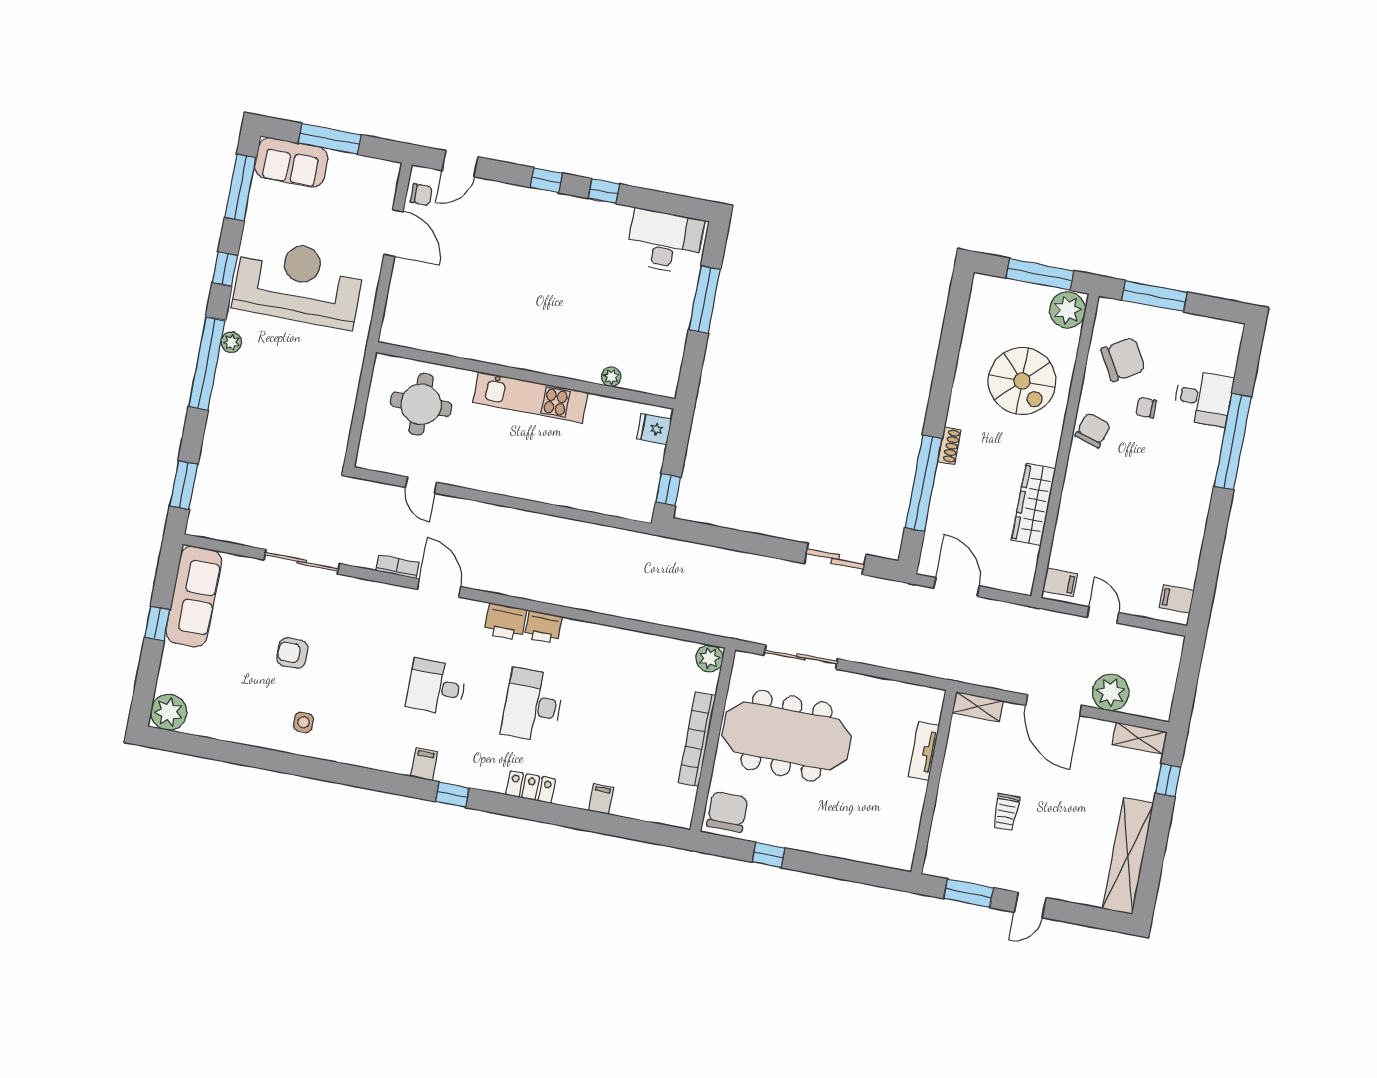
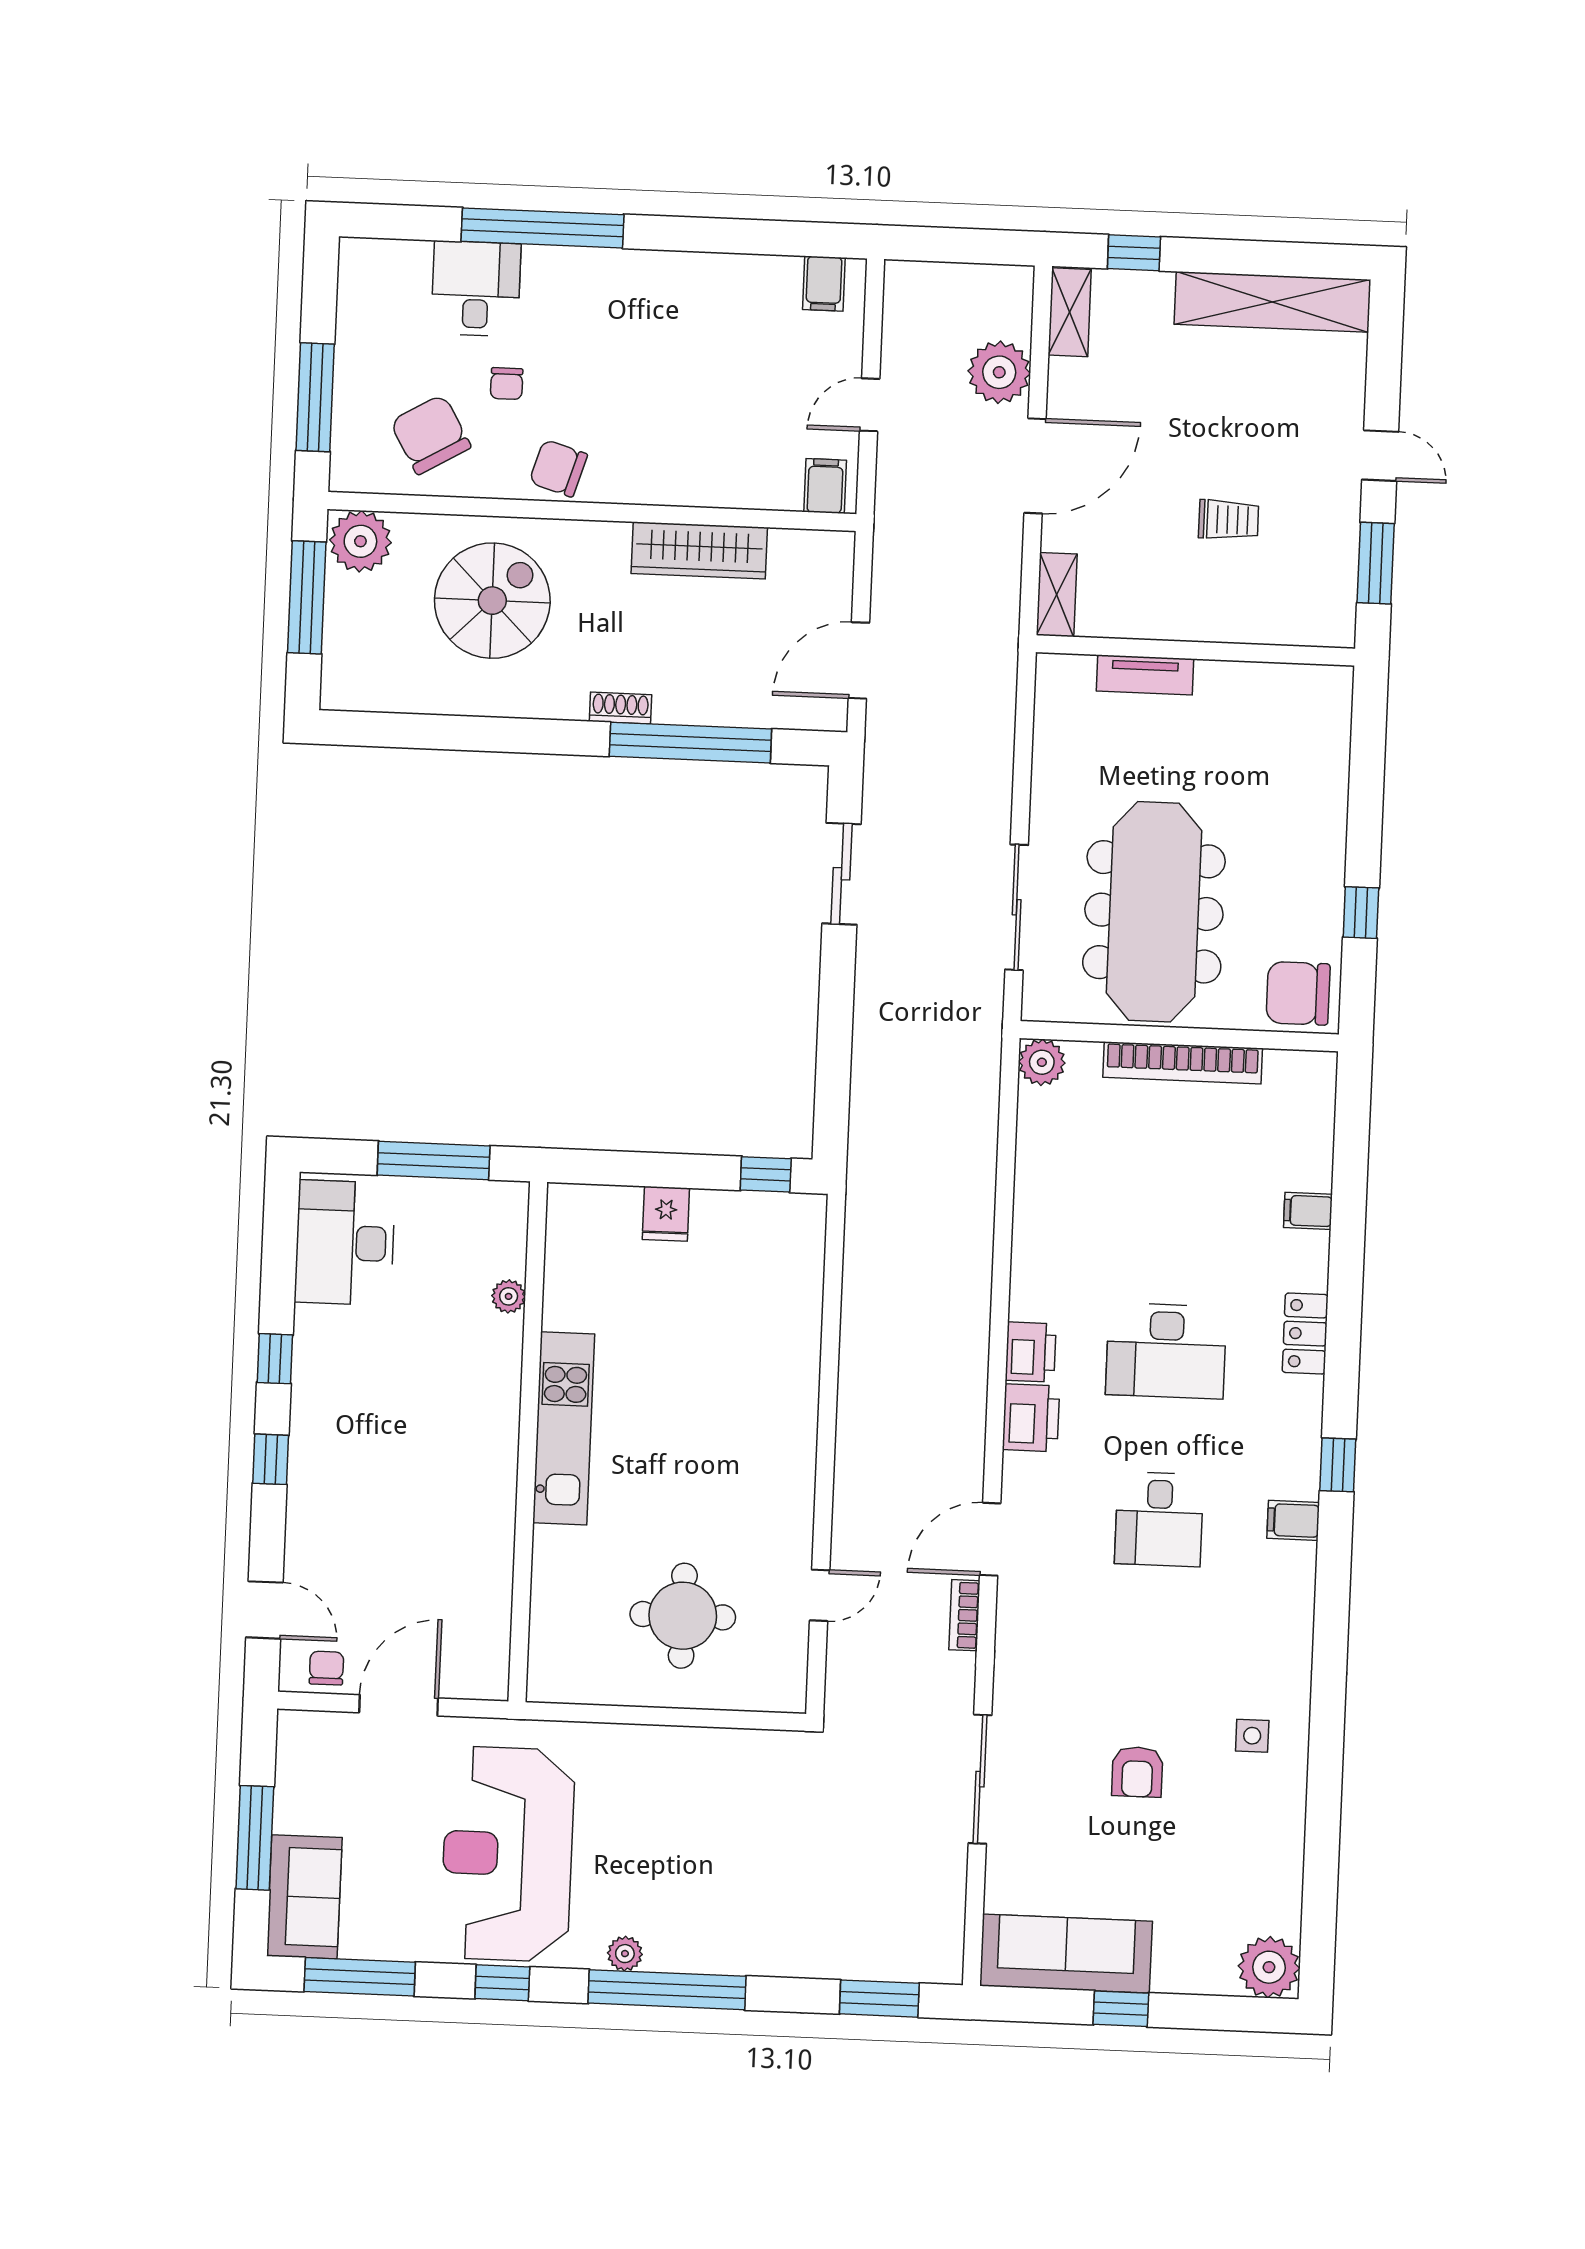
wall: (526, 375) -> (528, 1442), moved
plant: (611, 377) -> (509, 1296), moved
kitchen unit: (530, 397) -> (564, 1428), moved

